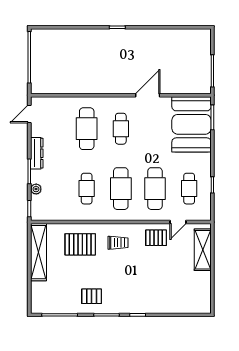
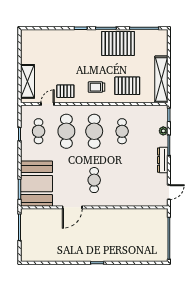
cafe table: (87, 129) -> (122, 180), removed
pallet: (92, 296) -> (118, 43), width x2.05, depth x2.00

